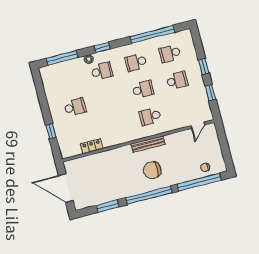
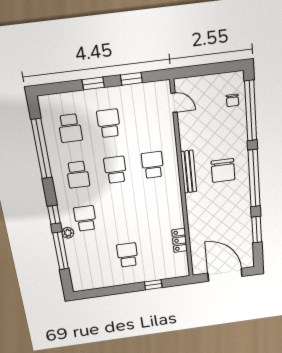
window: (62, 58) -> (61, 251), moved
school desk: (150, 116) -> (153, 165), turned 180
door: (66, 188) -> (225, 275), swing flipped

